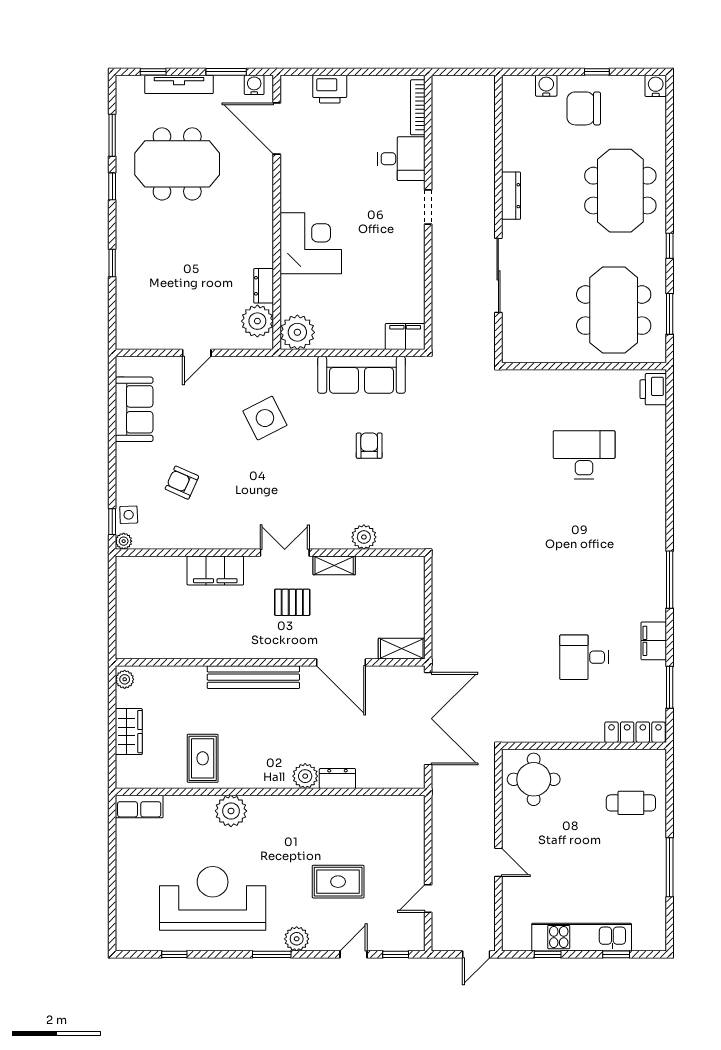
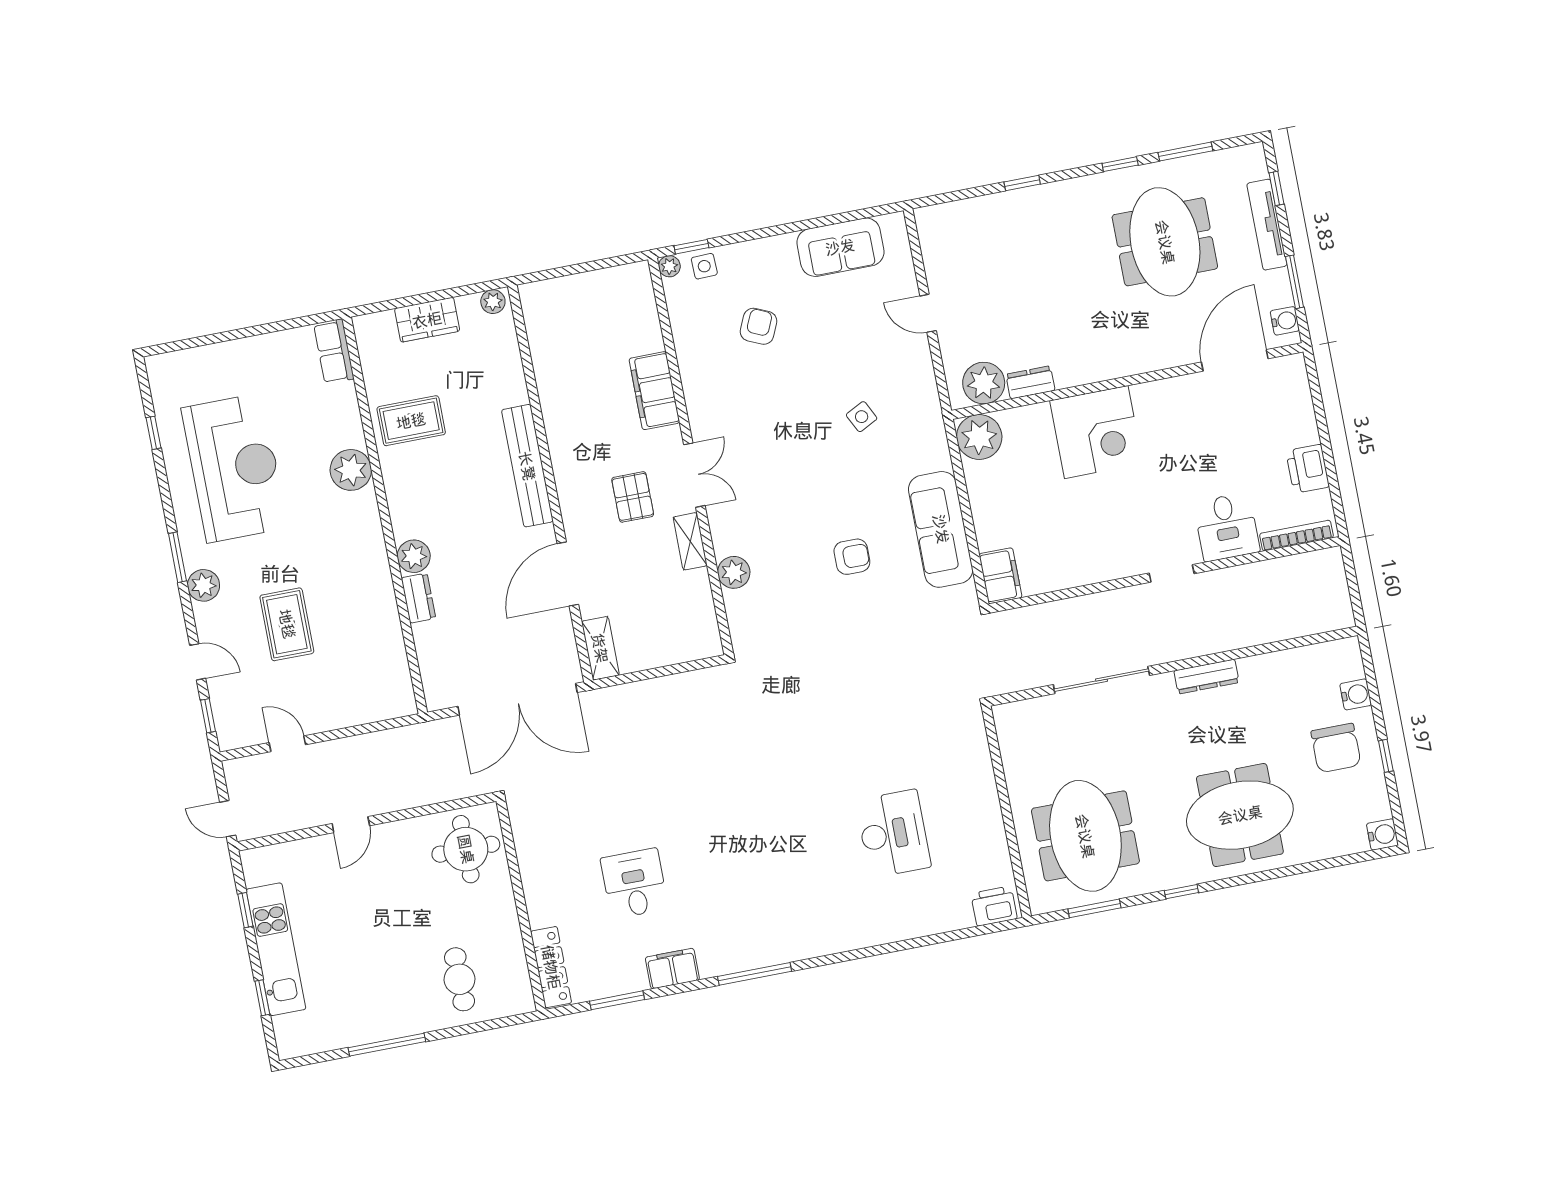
printer: (330, 89) -> (1308, 469), moved
chair: (584, 108) -> (1336, 748), turned 180
meeting table: (614, 310) -> (1085, 836), turned 90
side table: (265, 418) -> (862, 417), width x0.54, depth x0.54

